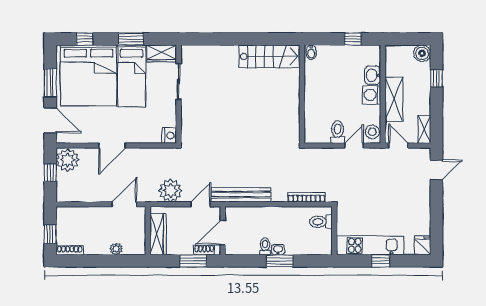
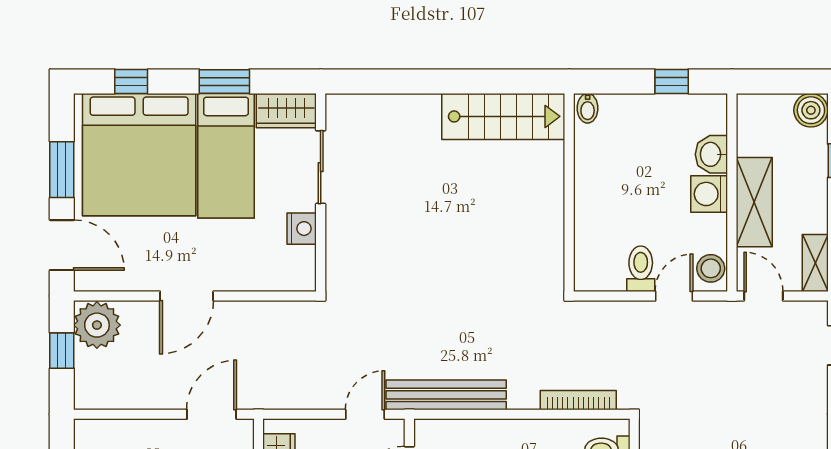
nightstand: (169, 136) -> (302, 229), moved
plant: (170, 191) -> (304, 387), removed

